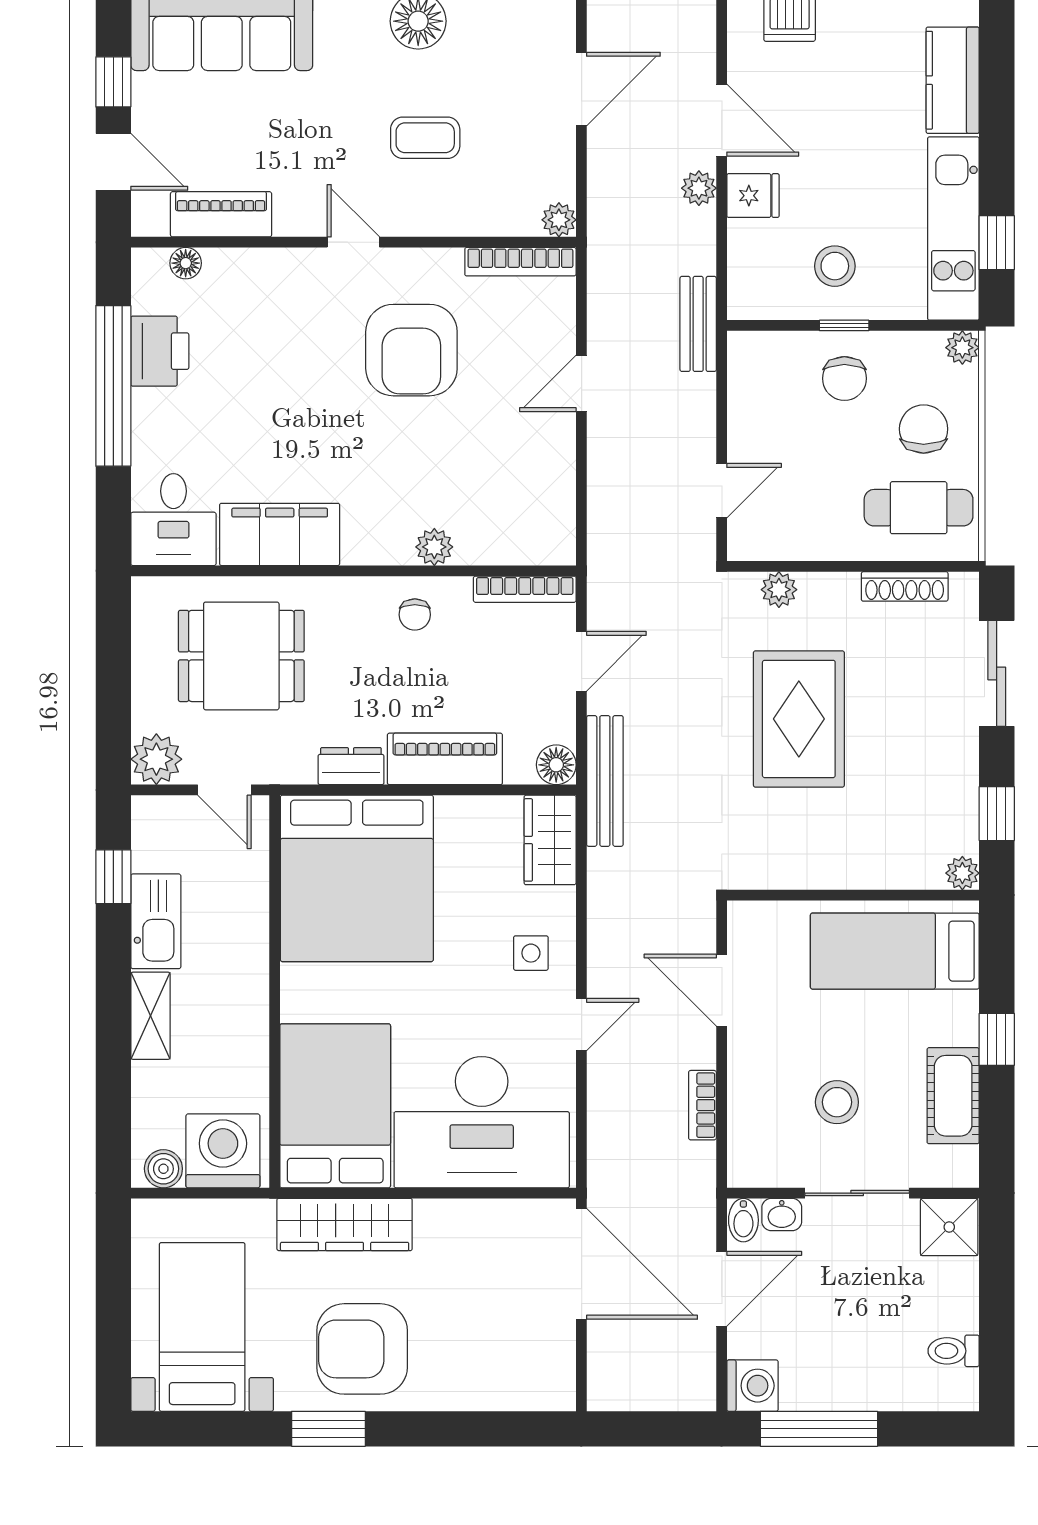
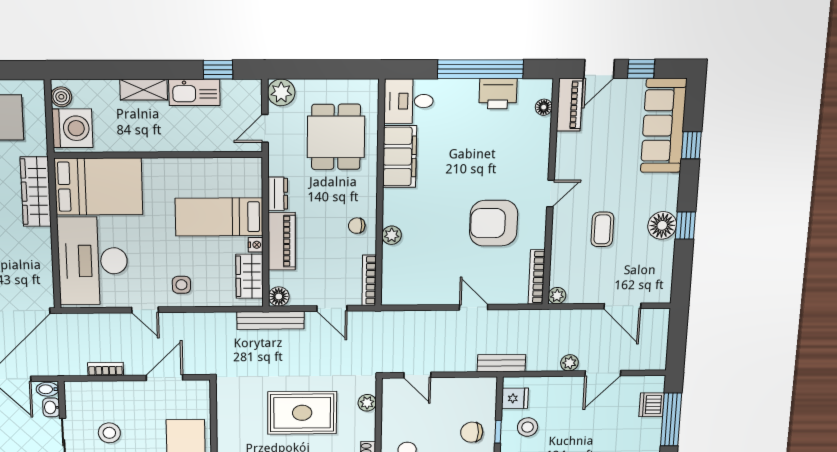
fridge: (753, 196) -> (515, 398), moved, turned -90
piano: (221, 214) -> (569, 105), moved
nightstand: (452, 809) -> (256, 245), added
wardrobe: (550, 840) -> (250, 276), moved, turned -90
bed: (357, 878) -> (219, 217), width x0.49

